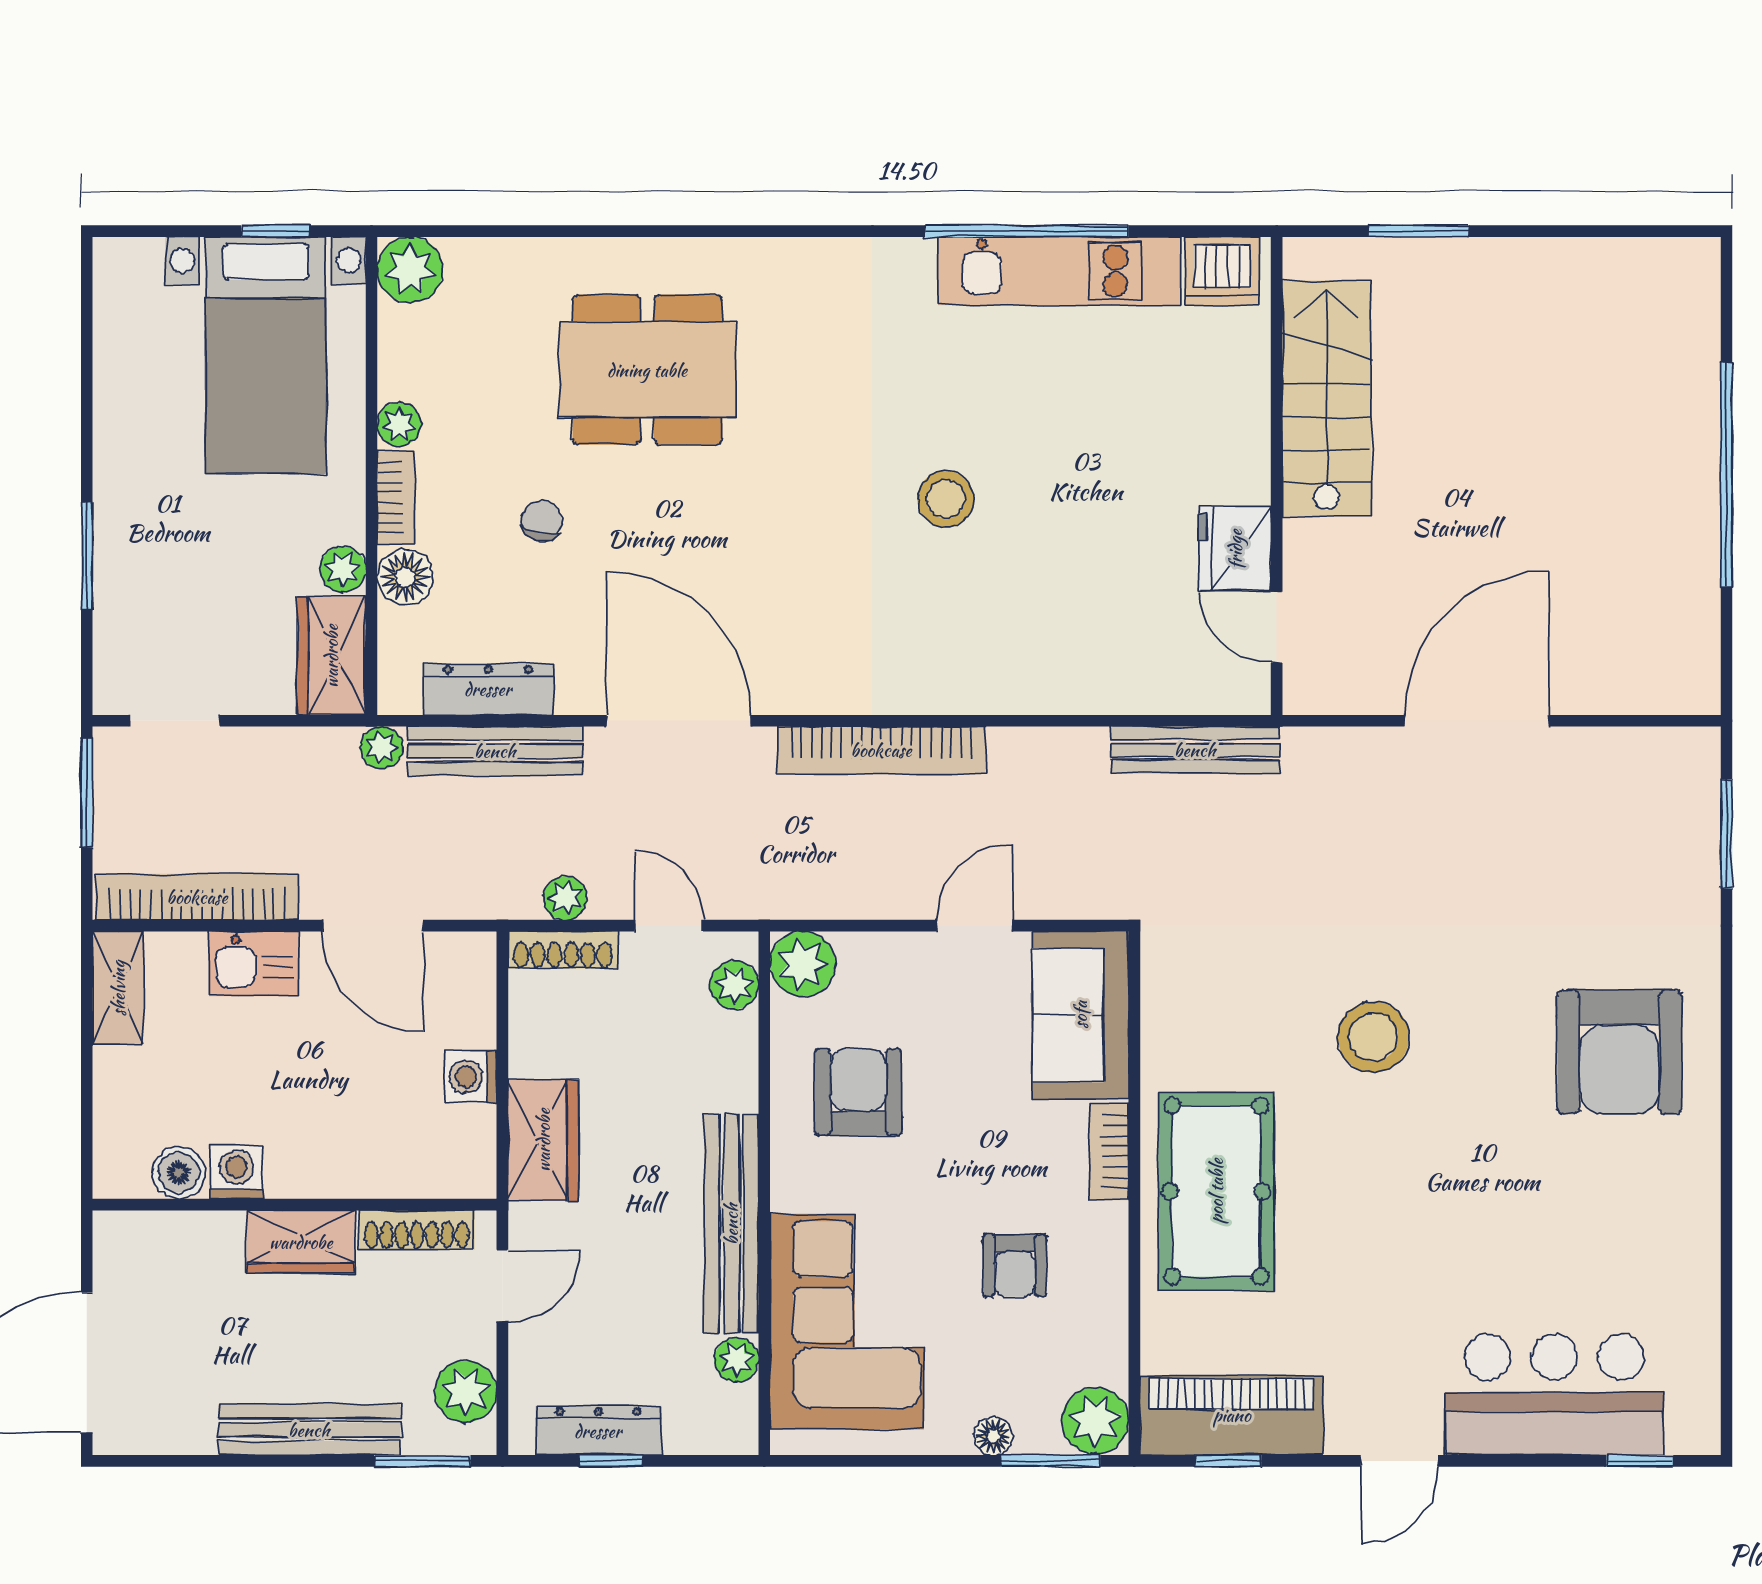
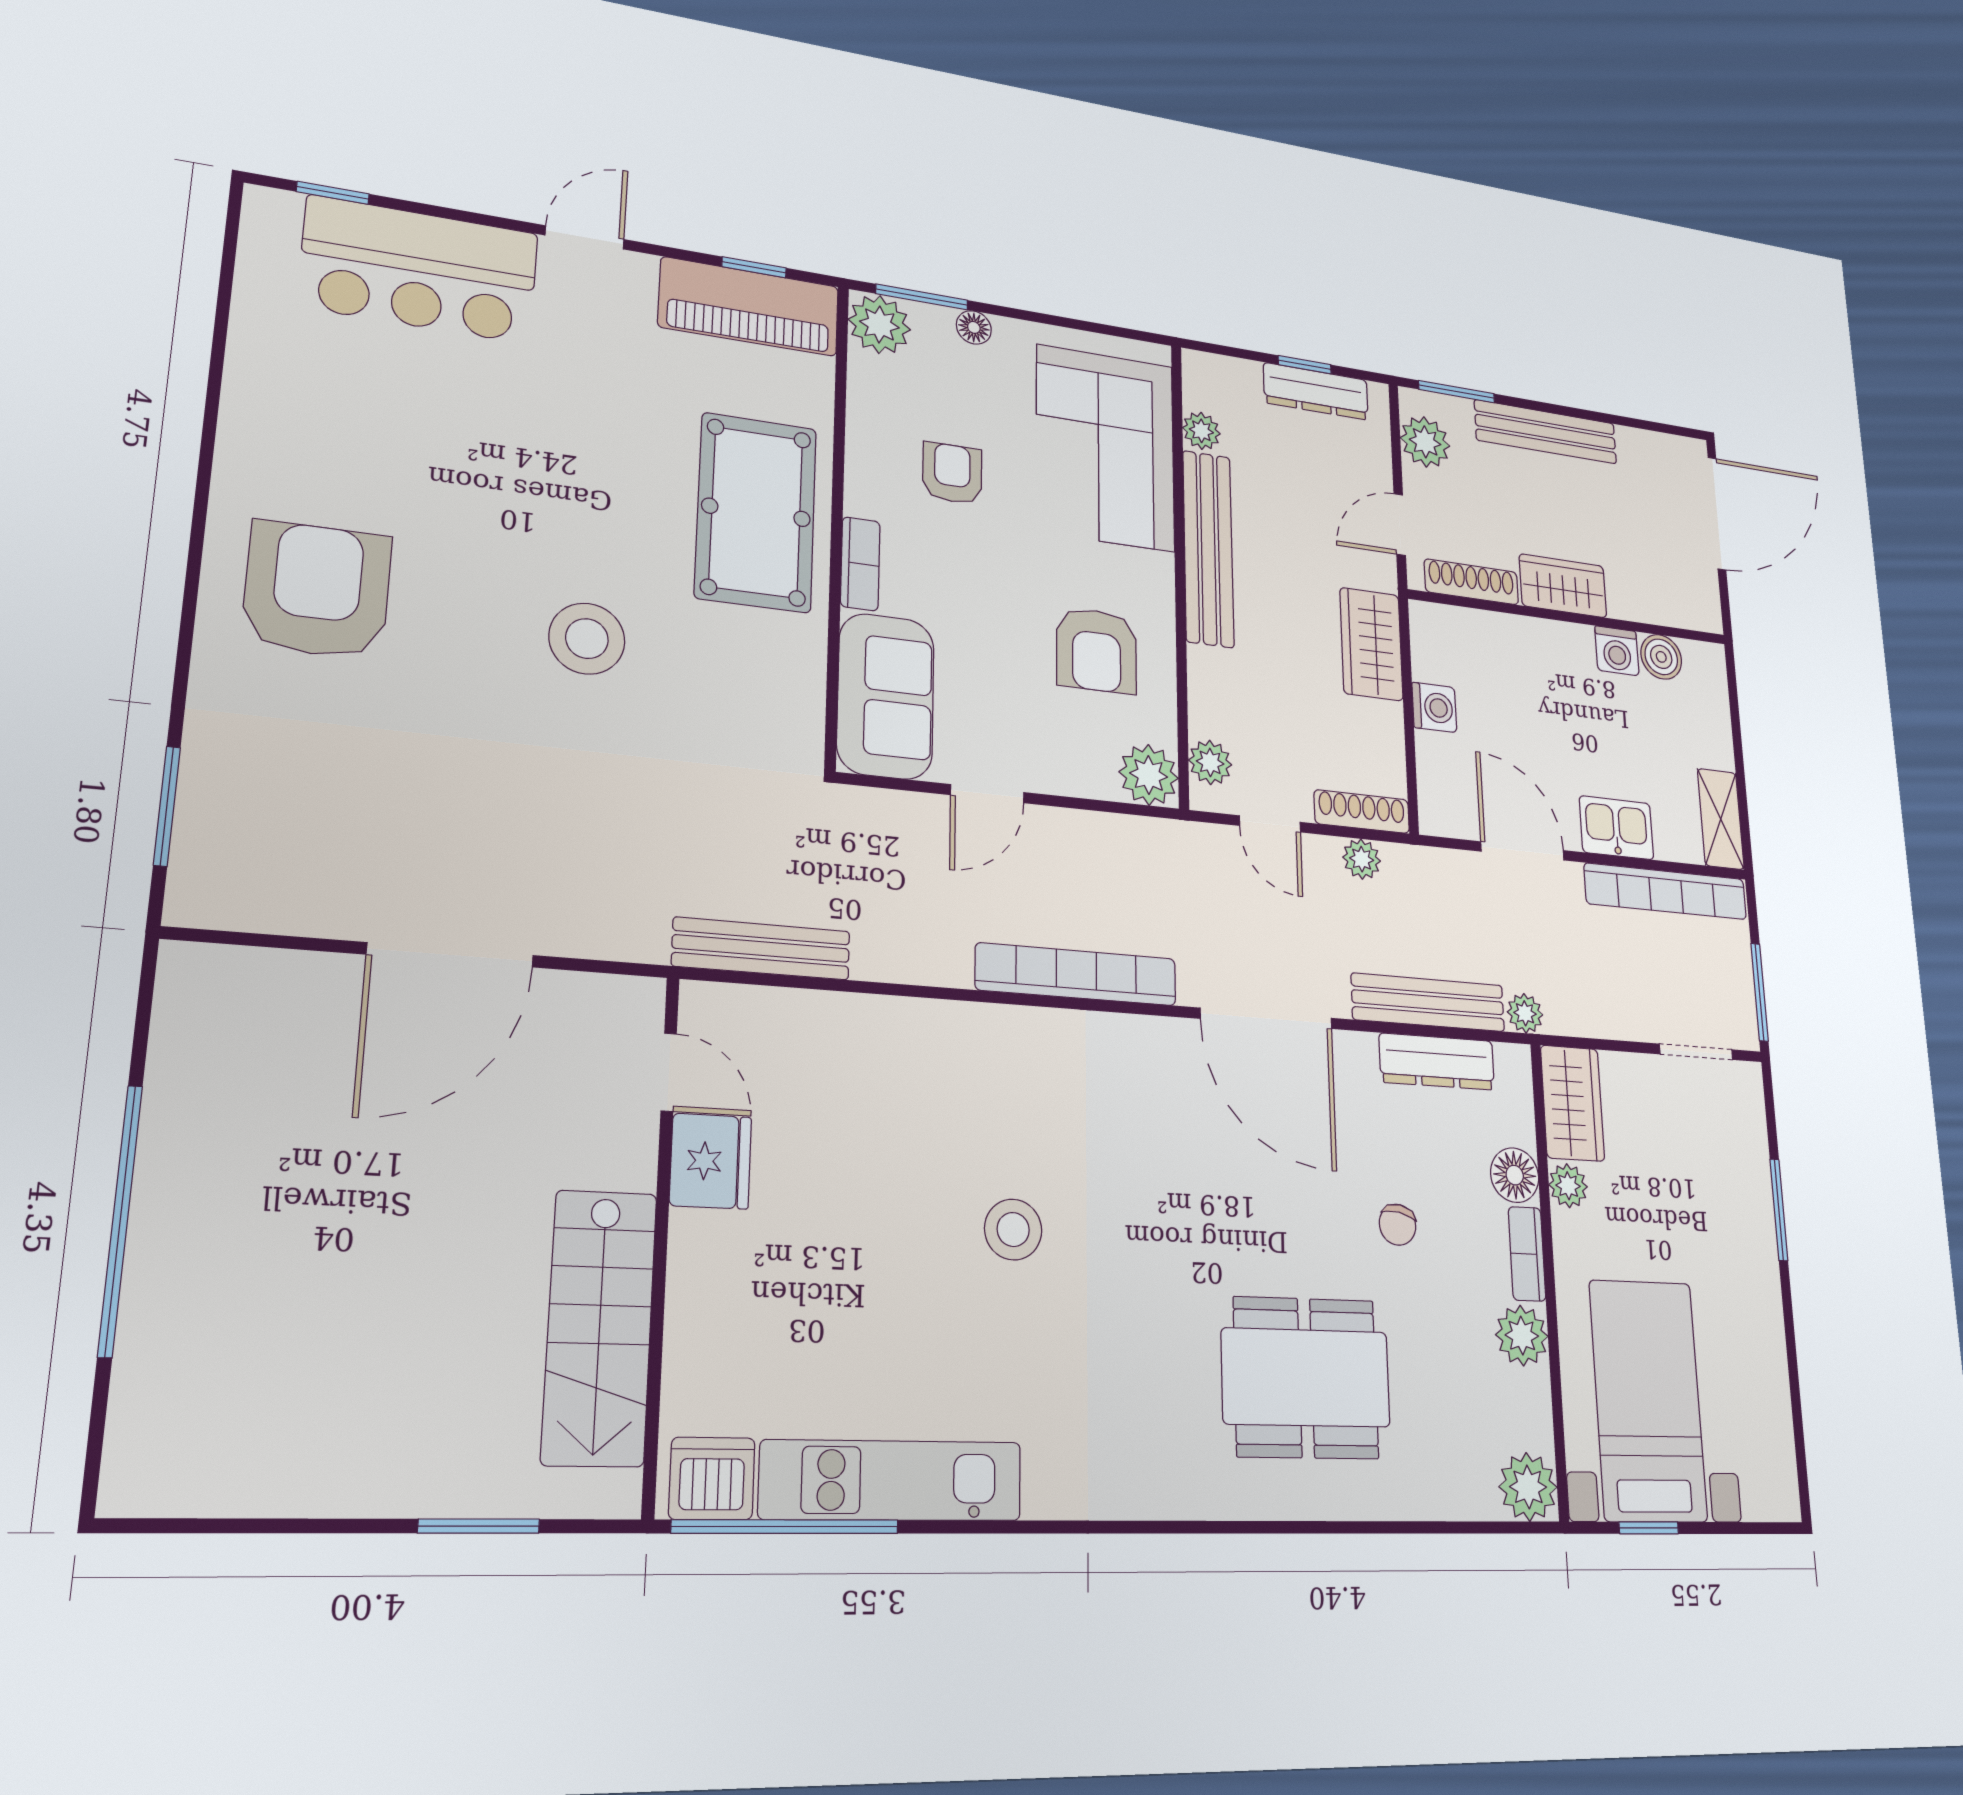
window: (1027, 231) -> (786, 1527), moved
plant: (399, 424) -> (1522, 1336), width x1.38, depth x1.38

